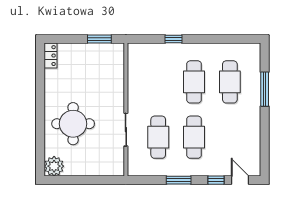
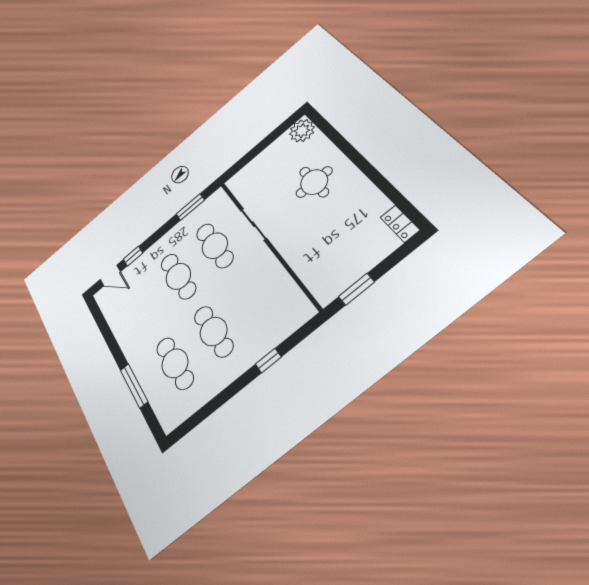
round table: (73, 124) -> (314, 182), width x0.73, depth x0.73
window: (179, 180) -> (190, 207), moved

